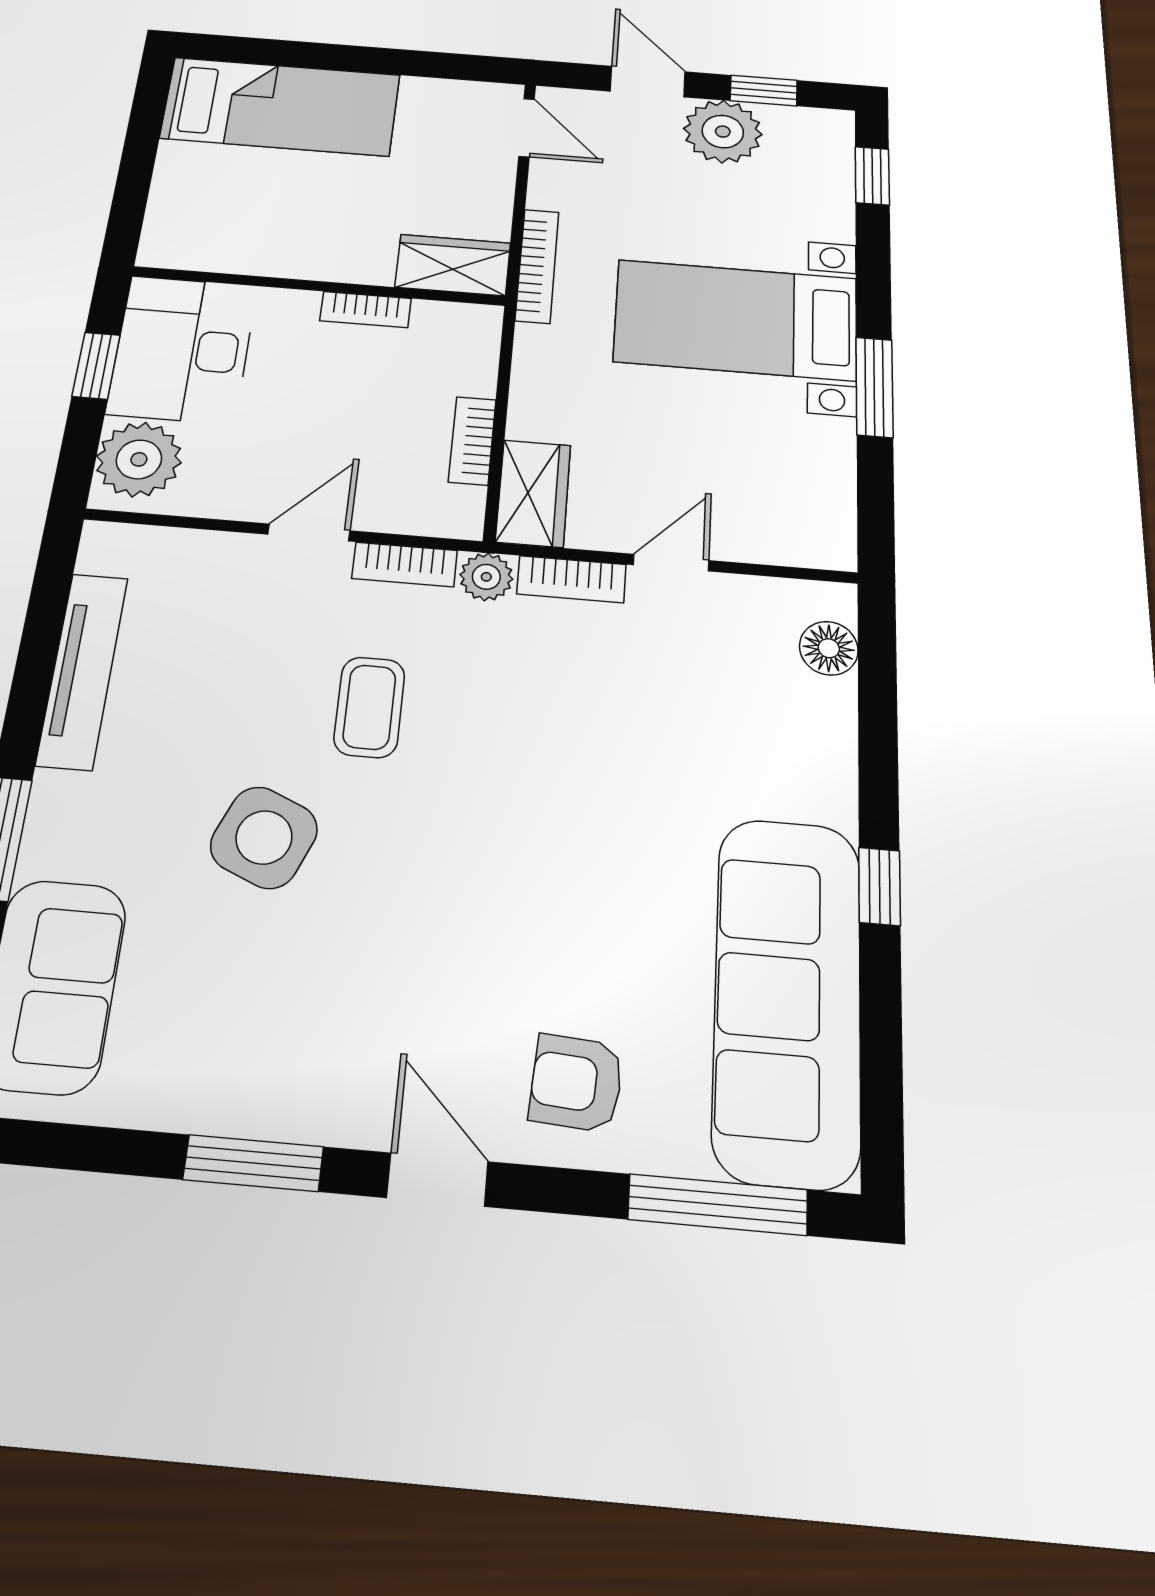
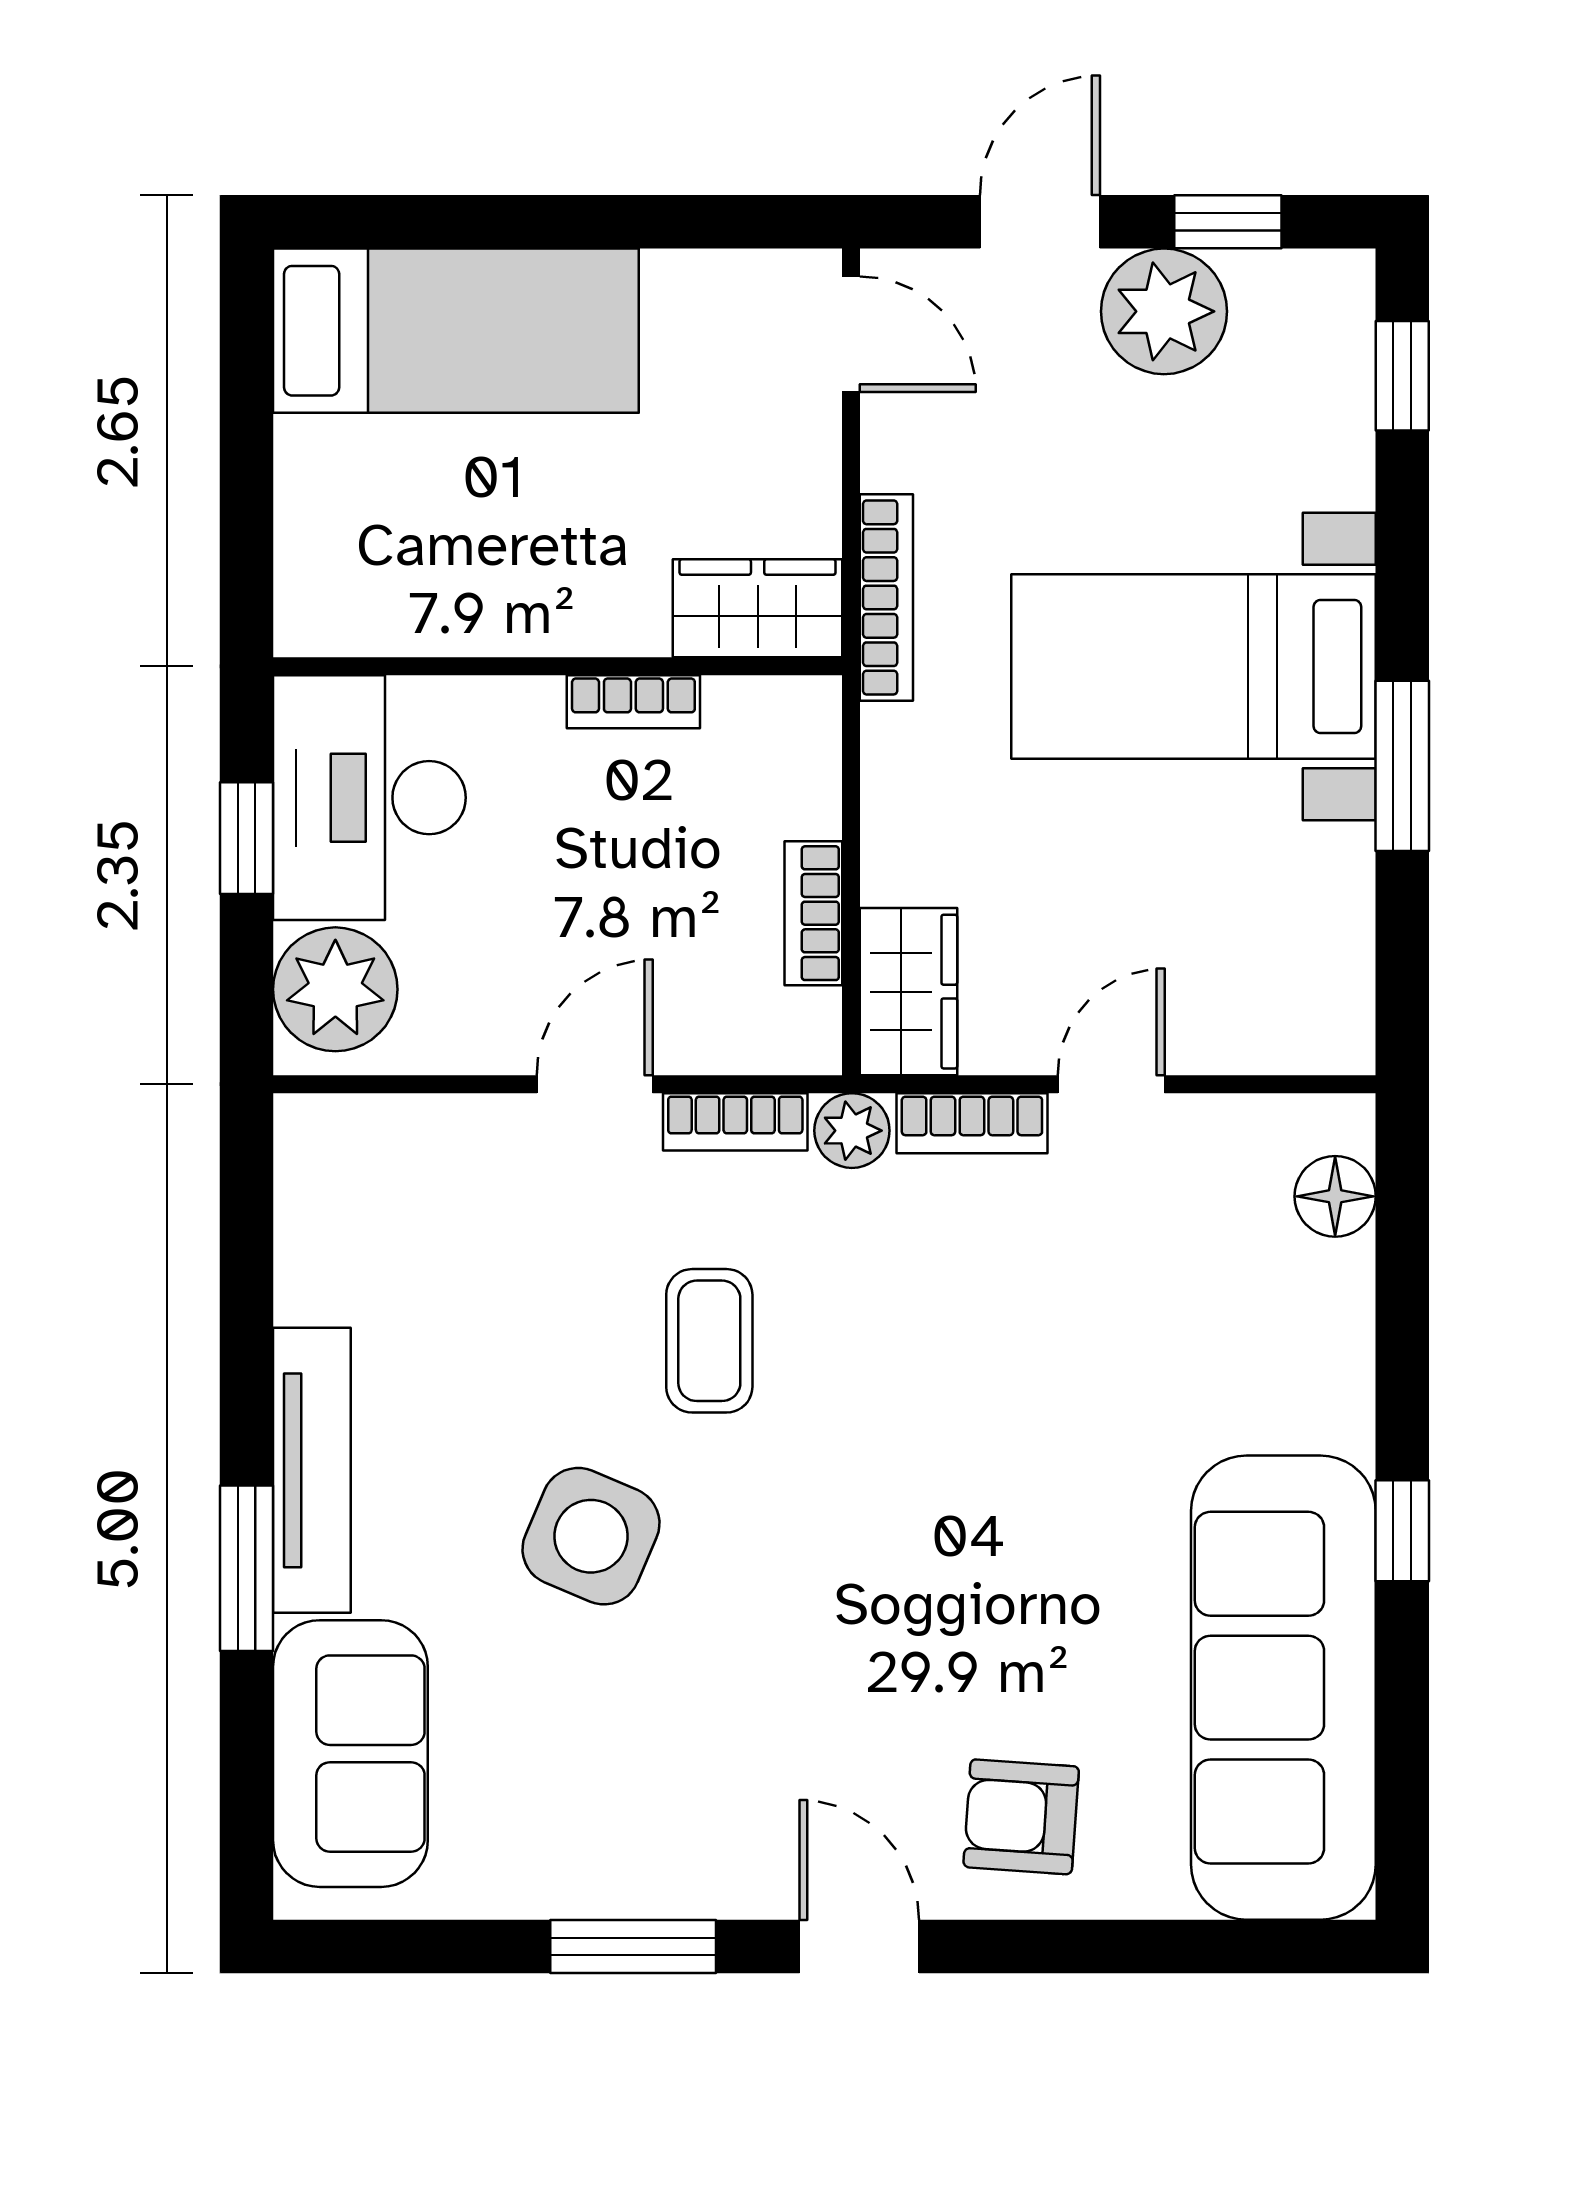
door: (648, 81) -> (1040, 222), hinge flipped
tv unit: (82, 670) -> (312, 1470), moved
window: (718, 1205) -> (1202, 1947), removed

